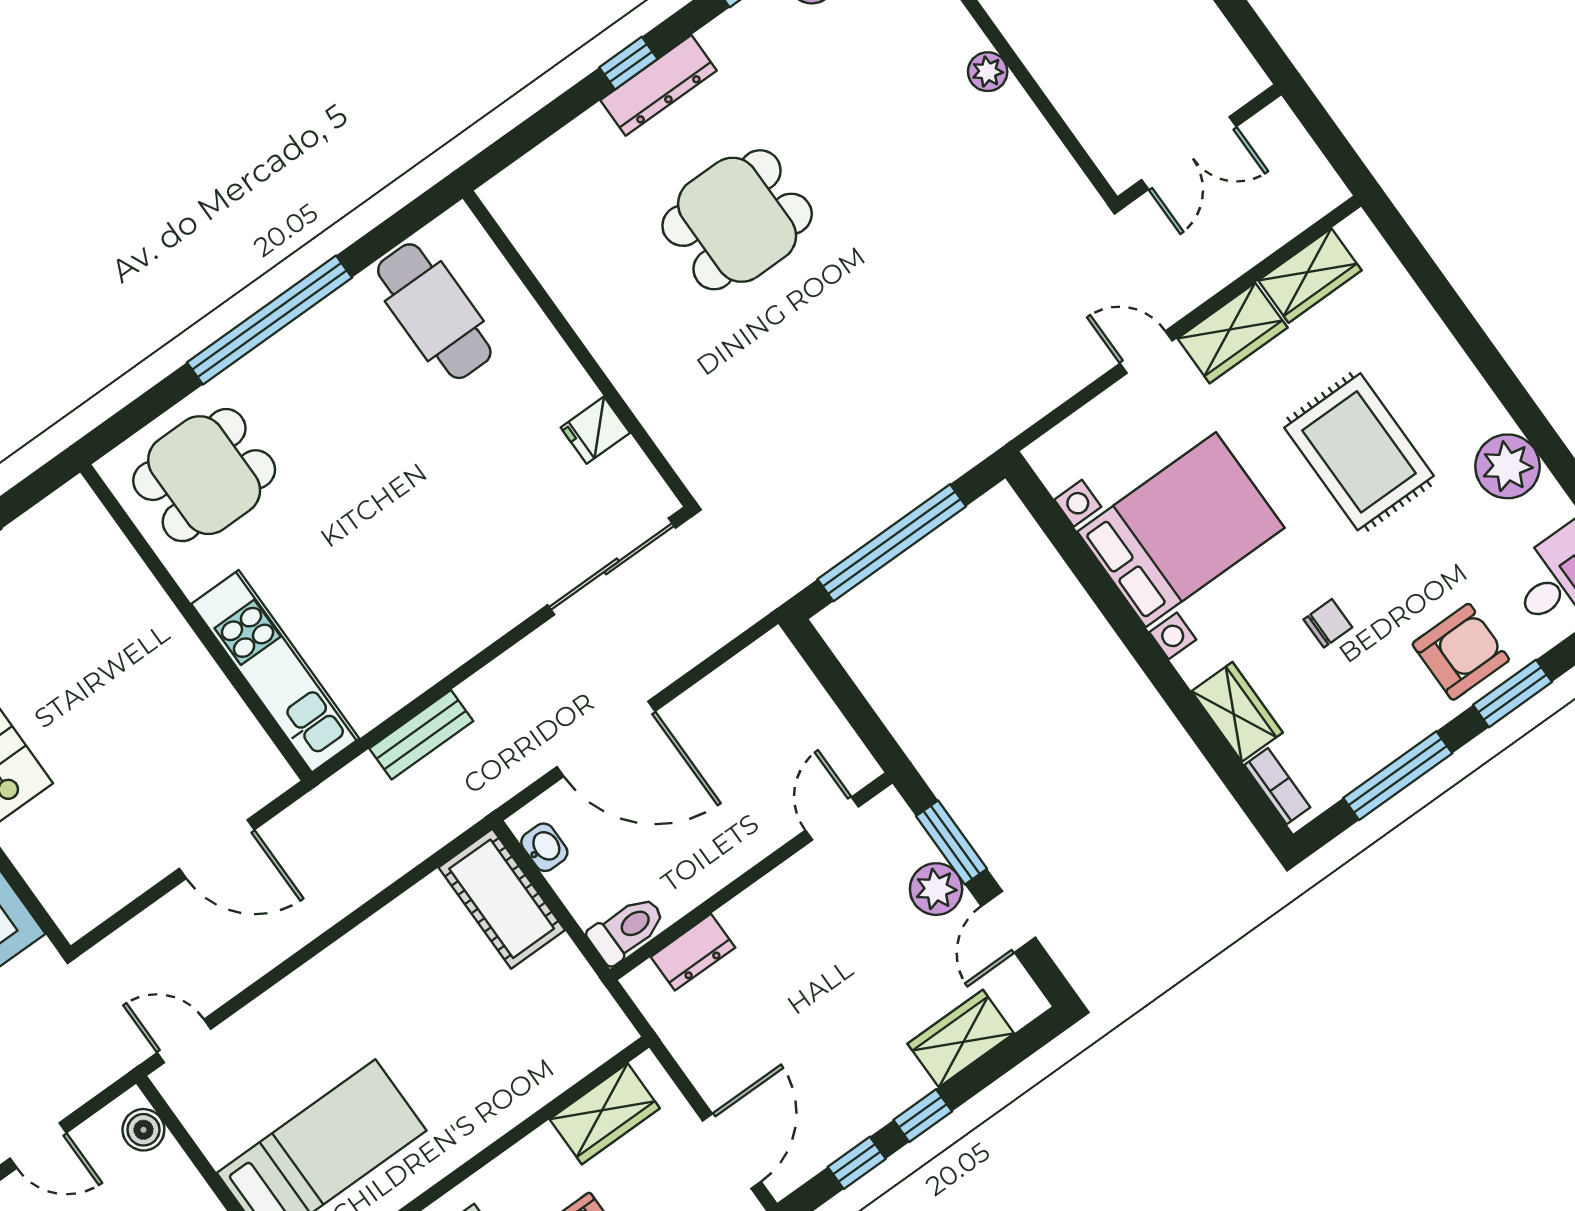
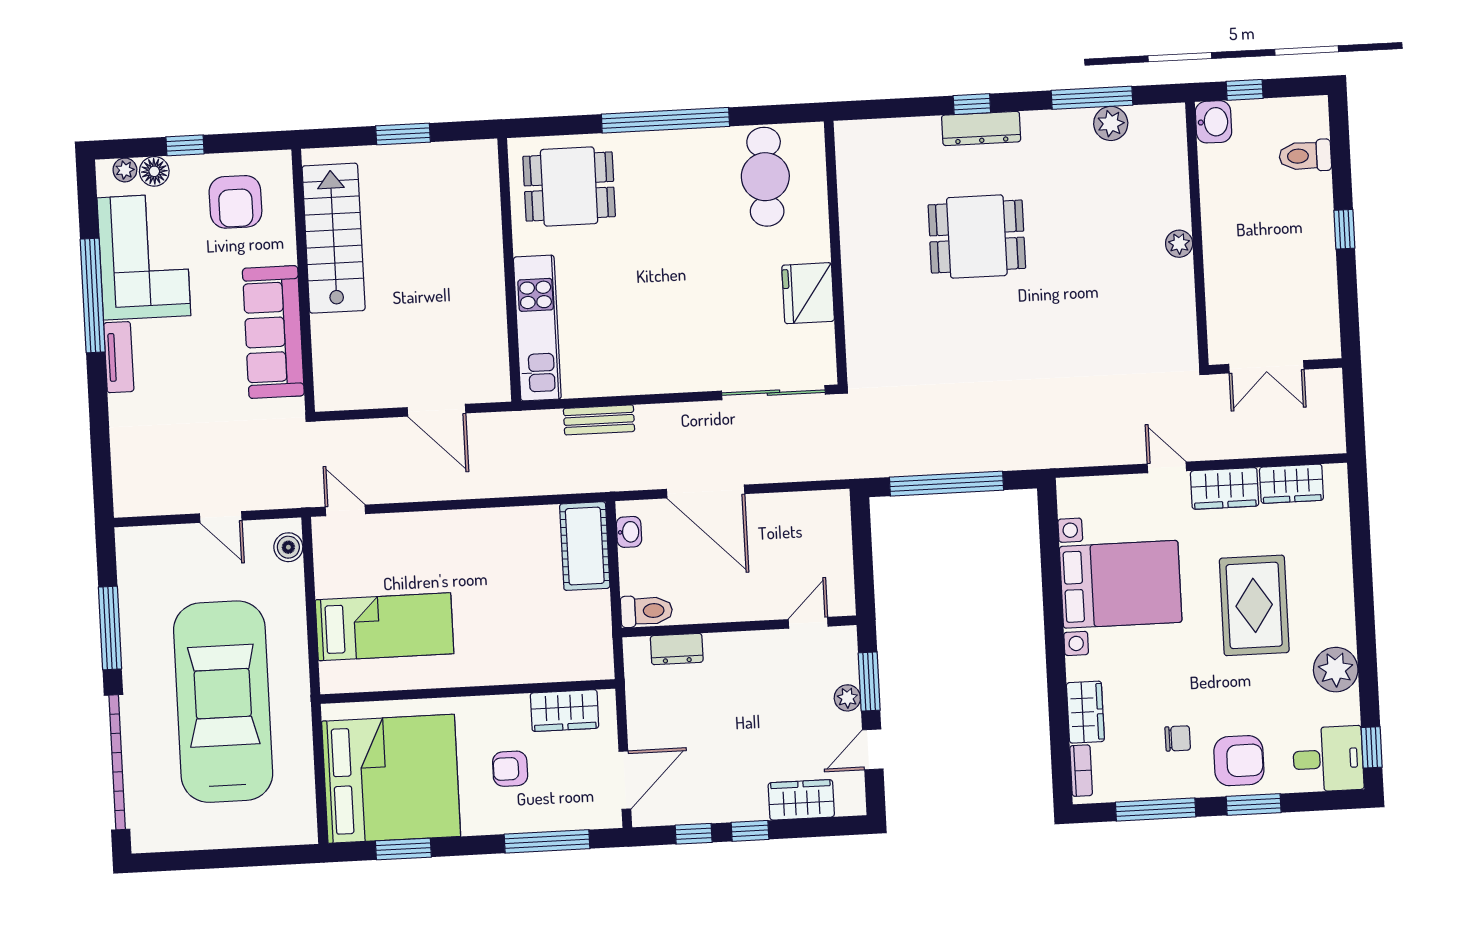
fridge: (595, 430) -> (808, 293), width x1.88, depth x1.34
chair: (1328, 623) -> (1178, 738), moved
plant: (936, 889) -> (847, 698), width x0.73, depth x0.73

